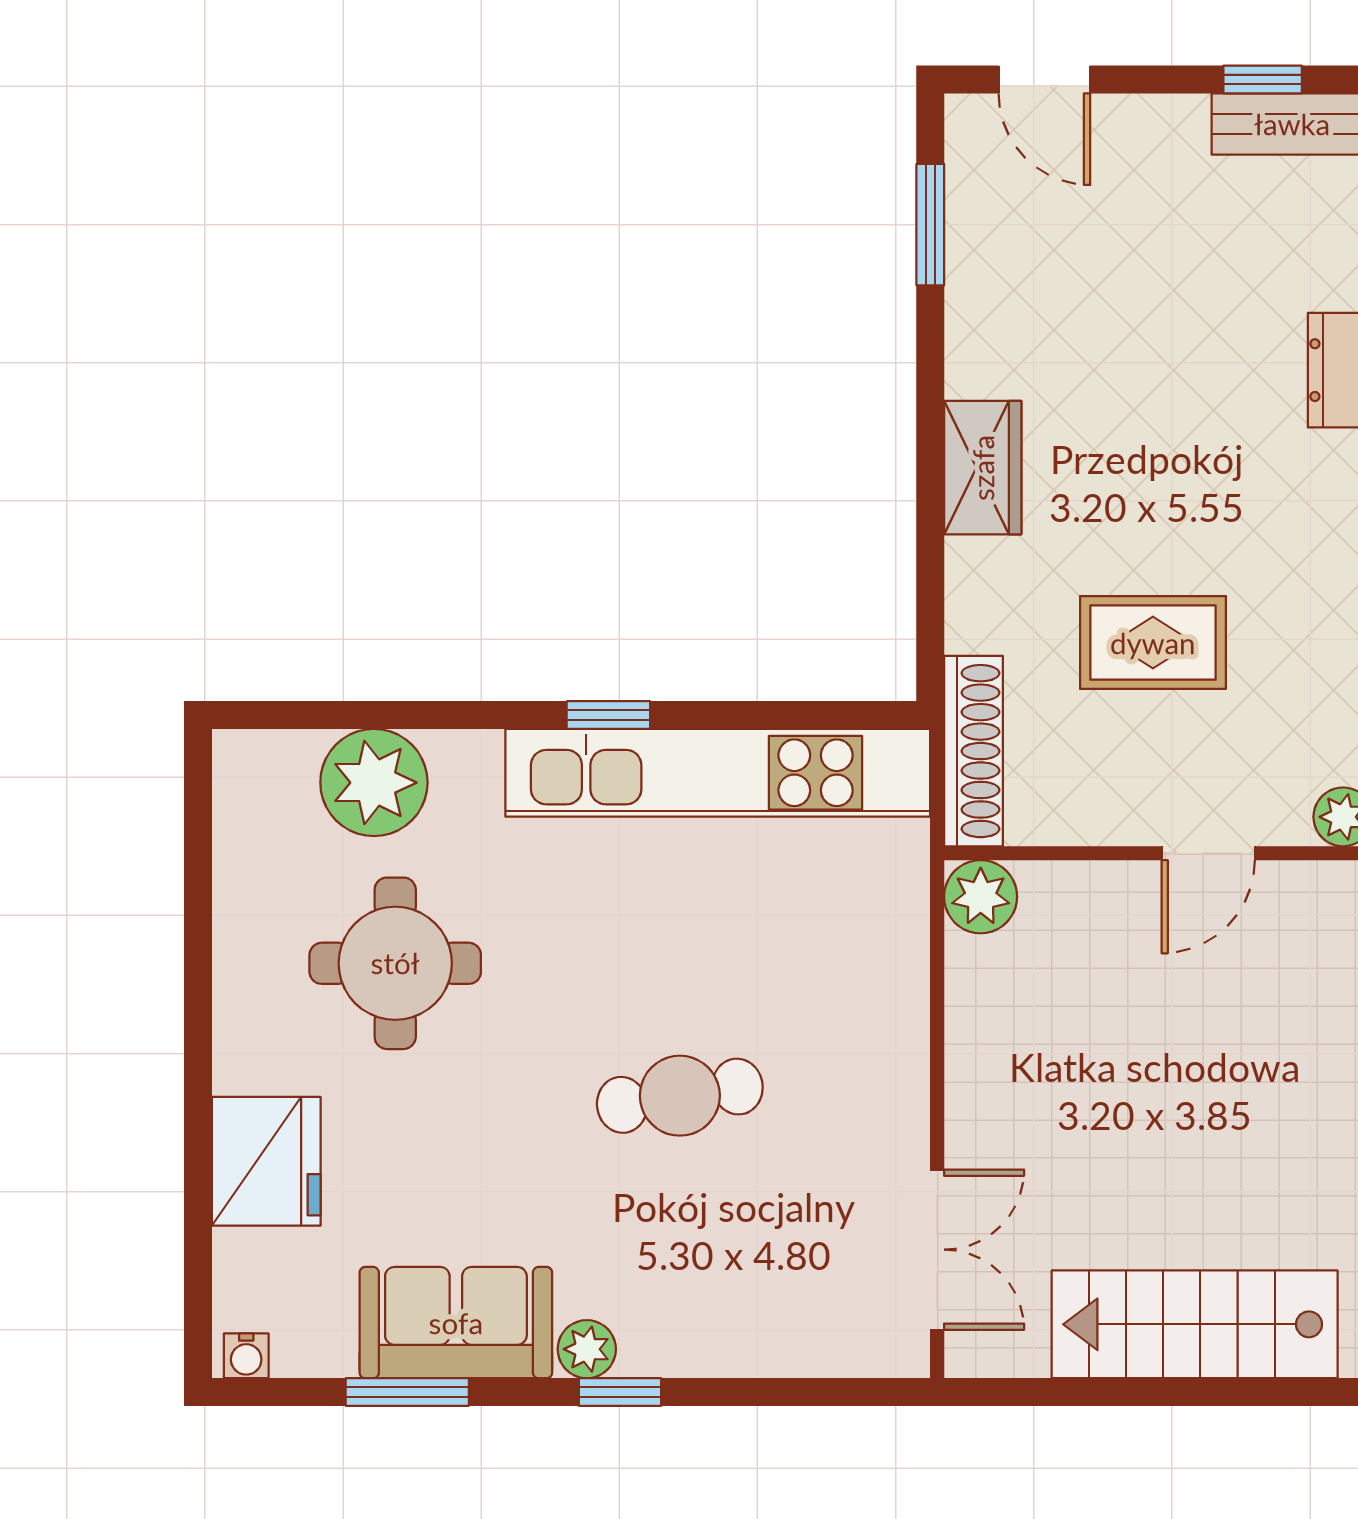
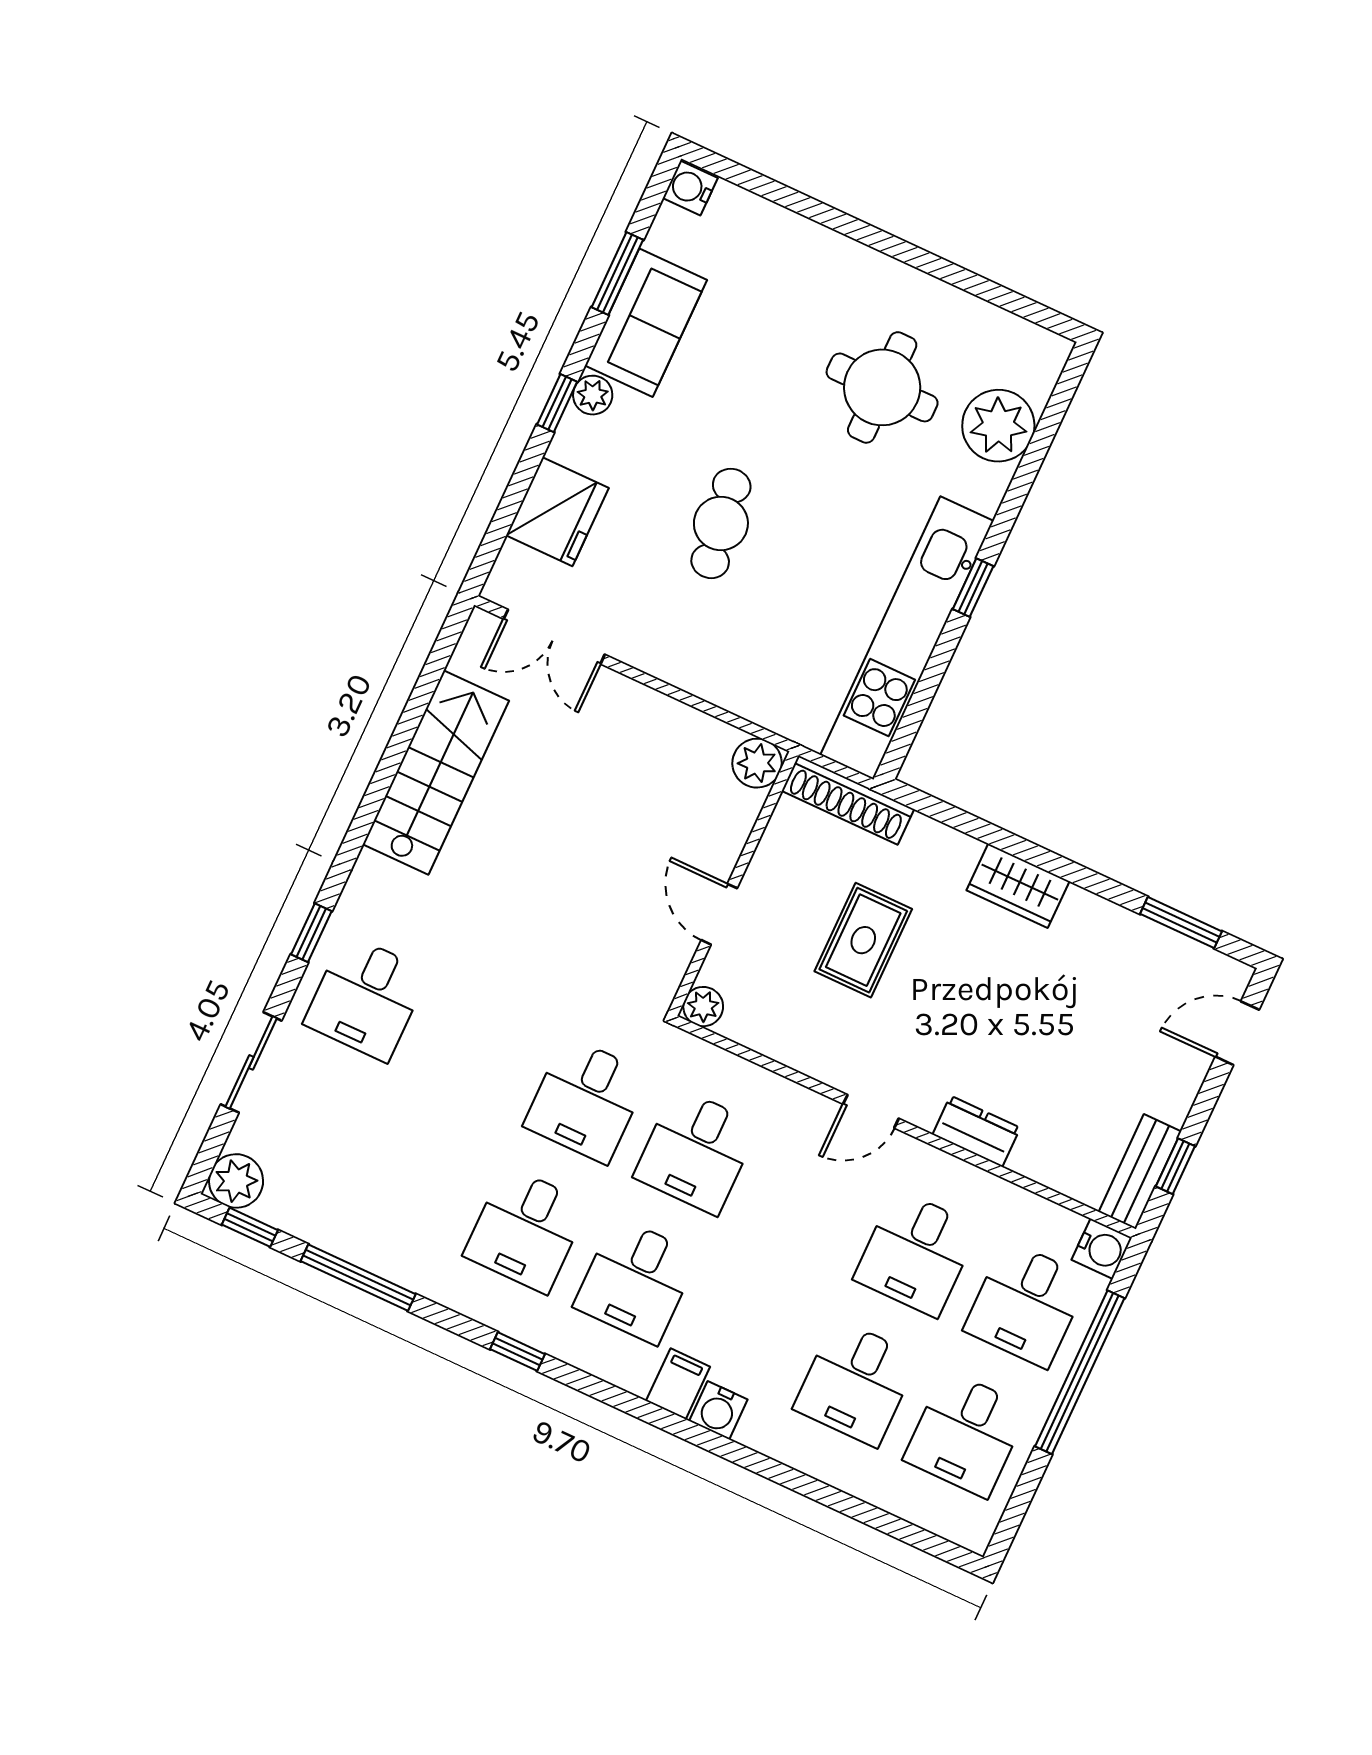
fridge: (266, 1161) -> (557, 512), moved, turned -90
water cooler: (246, 1356) -> (690, 188), width x1.38, depth x1.38

